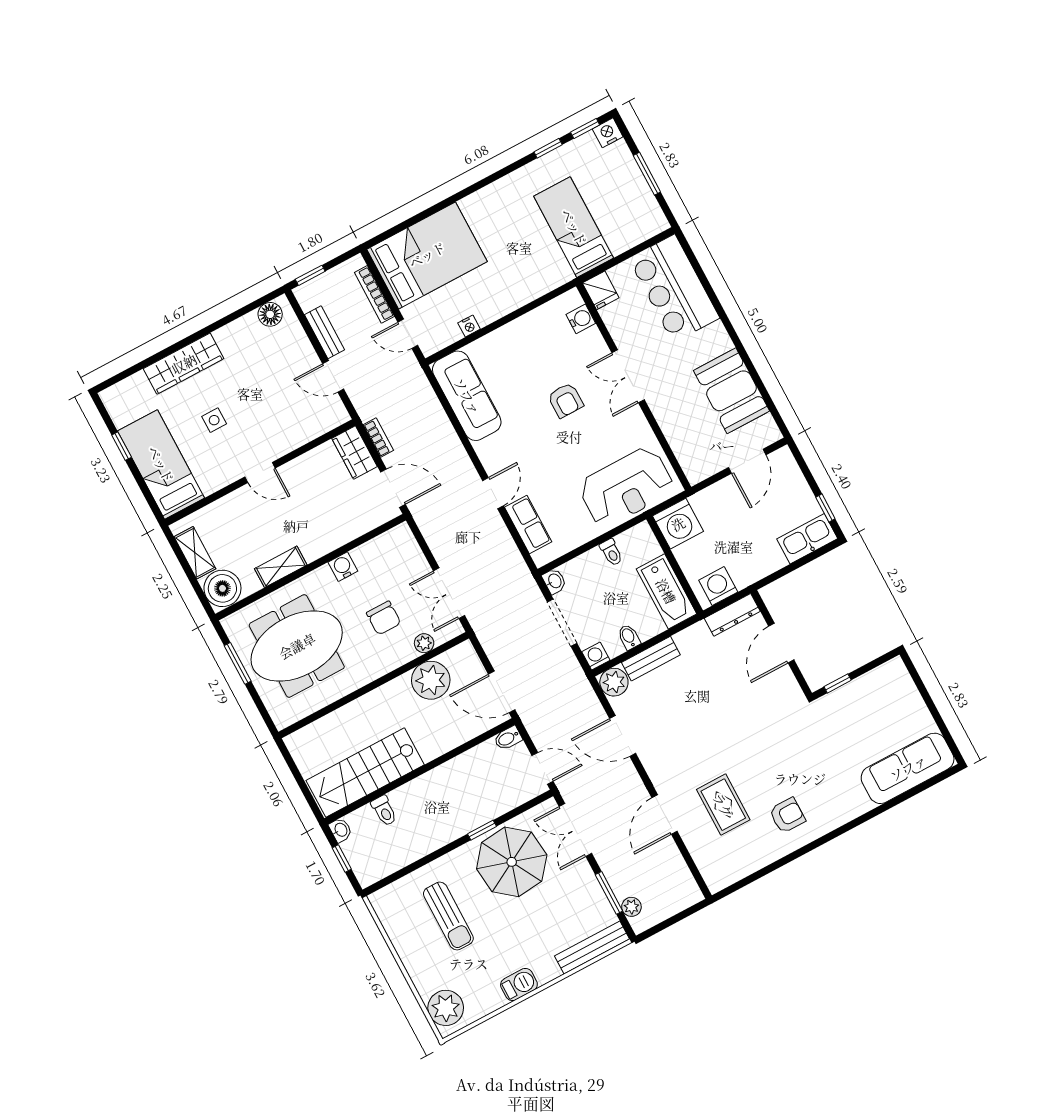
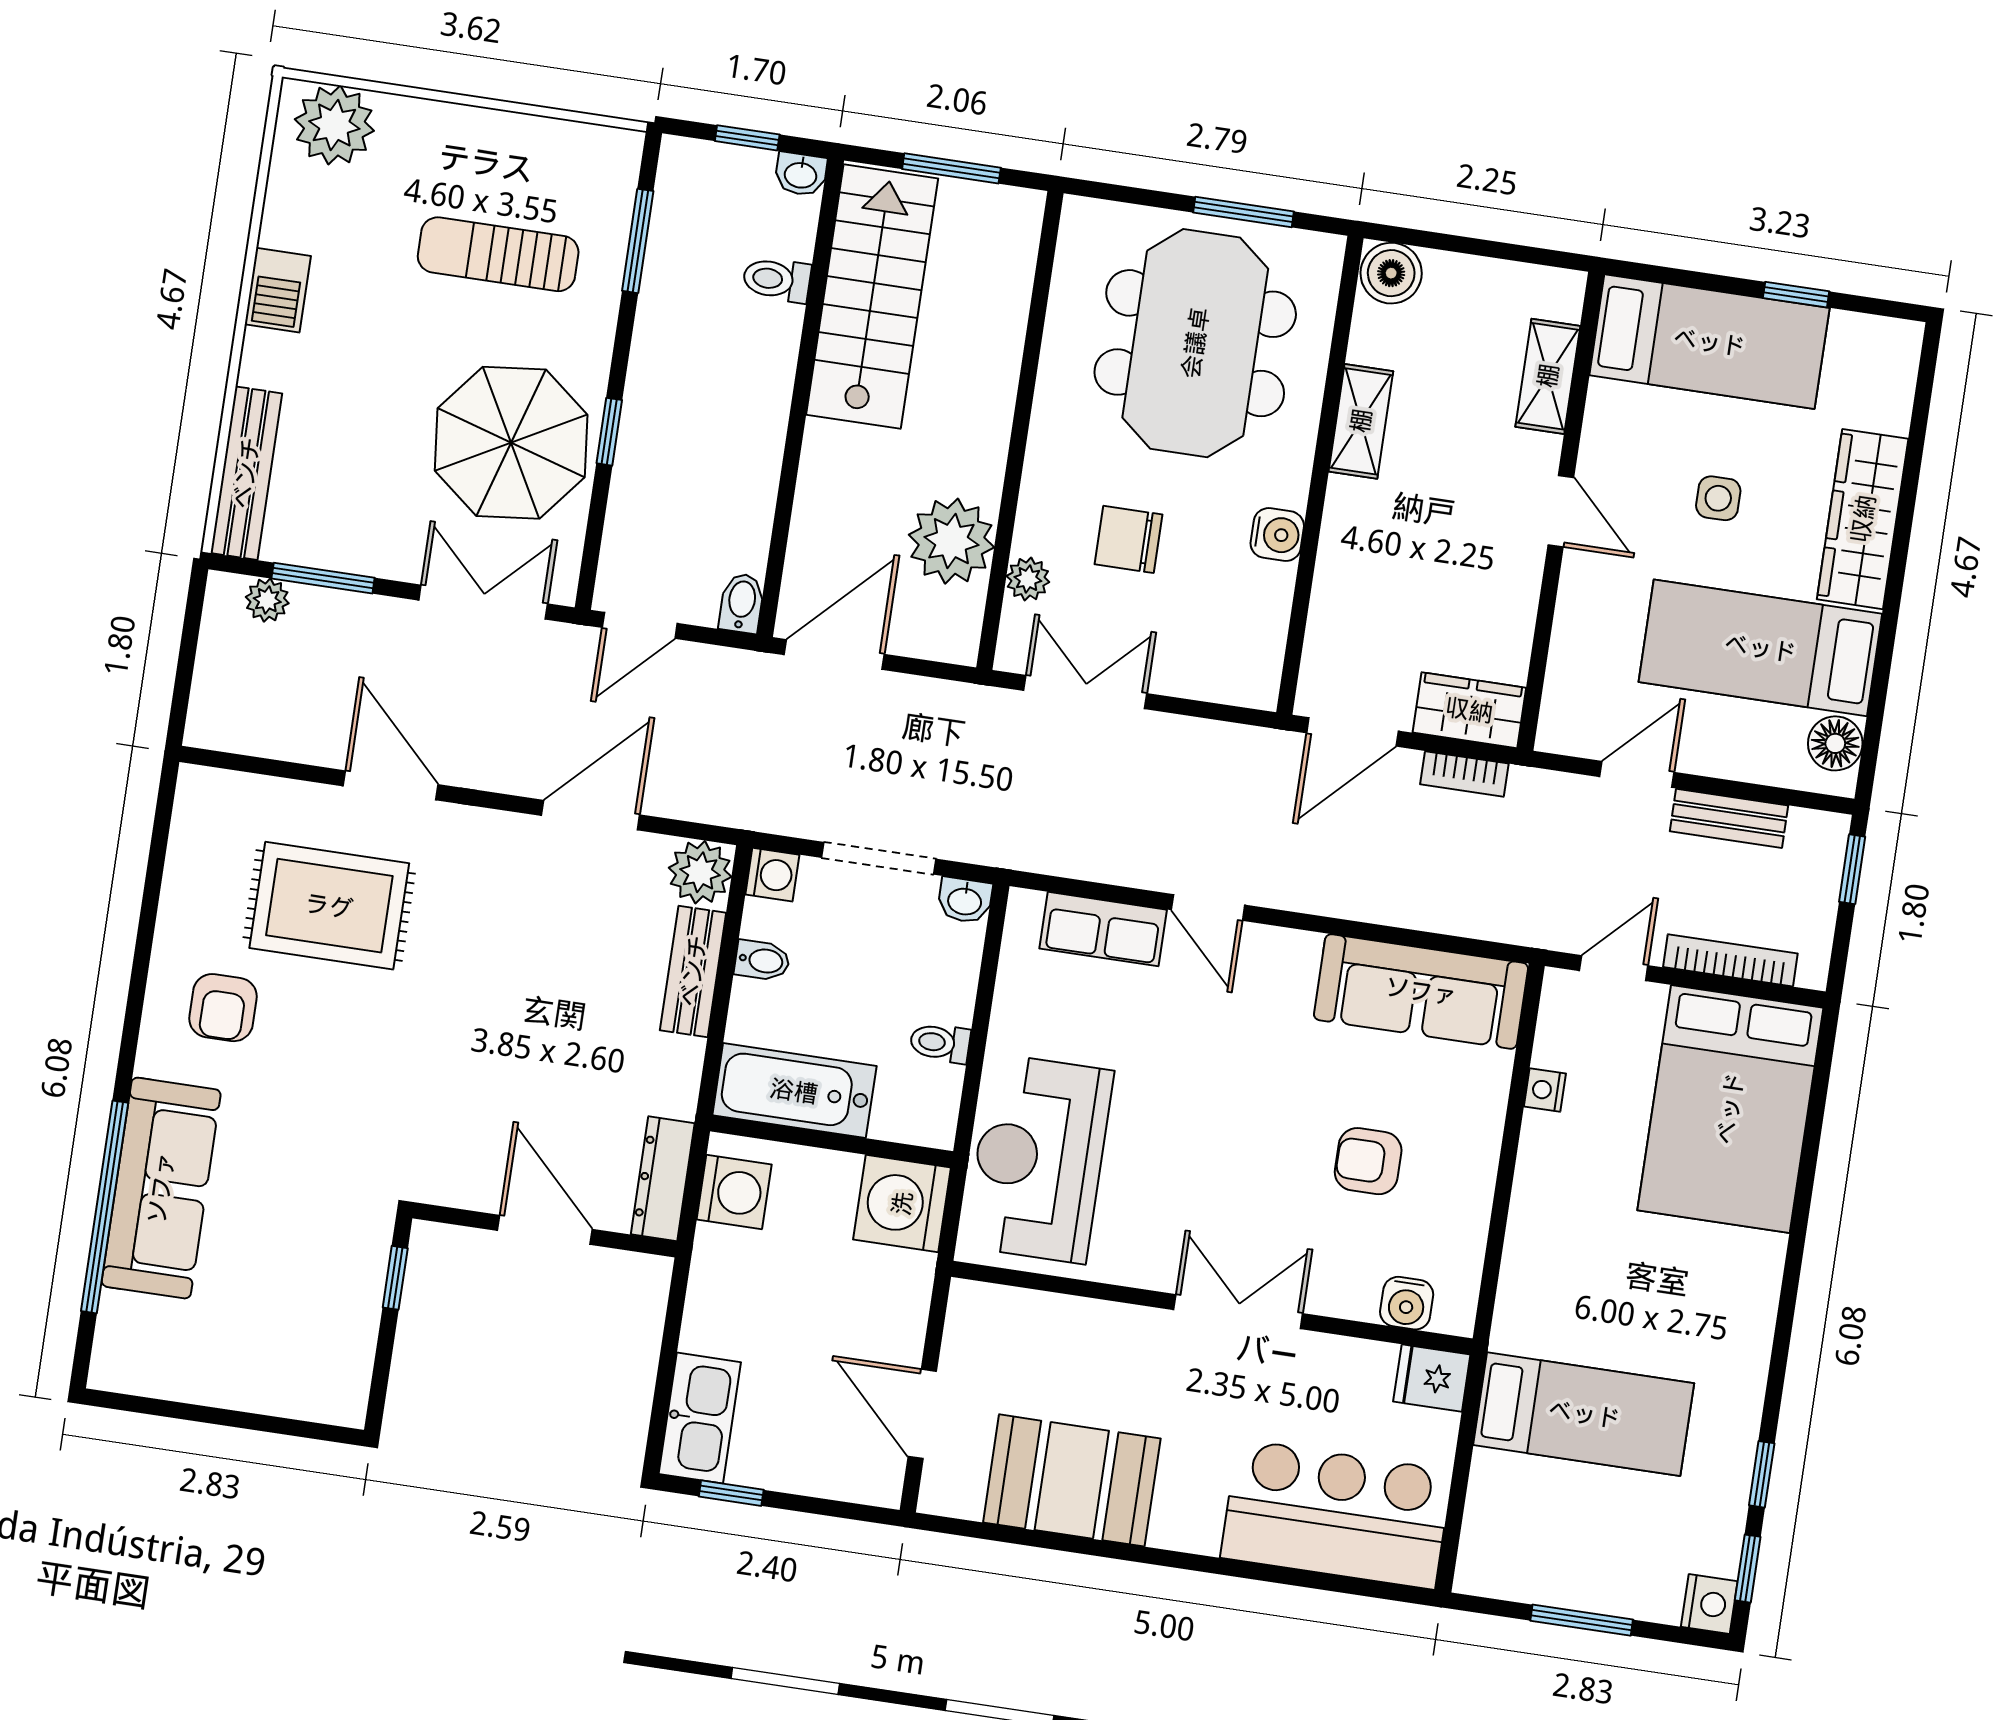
bed: (256, 366) -> (1760, 648), added
armchair: (566, 400) -> (1368, 1161), moved
door: (260, 472) -> (1561, 511), swing flipped
shelving: (195, 553) -> (1548, 376), moved, turned 90
boiler: (222, 588) -> (1391, 273), width x0.73, depth x0.73
sofa: (908, 768) -> (161, 1188), moved
window: (299, 778) -> (951, 168), added
rug: (723, 805) -> (329, 906), width x1.36, depth x1.43
window: (889, 805) -> (105, 1207), added
window: (407, 870) -> (638, 241), added

